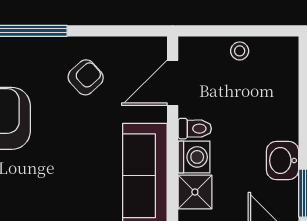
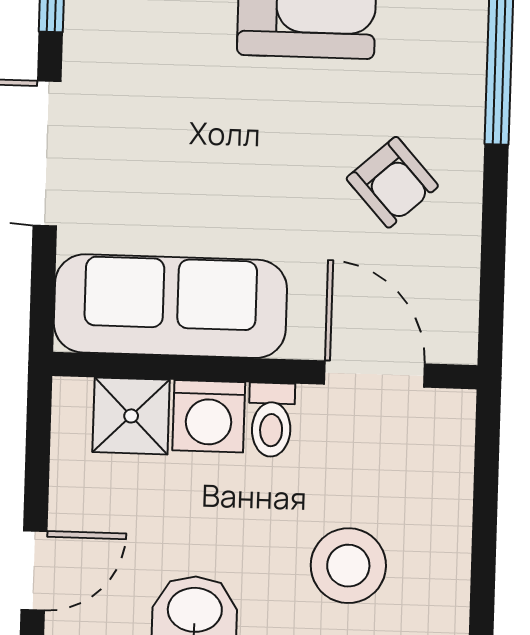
stool: (240, 51) -> (348, 566), moved, width x1.89, depth x1.89

